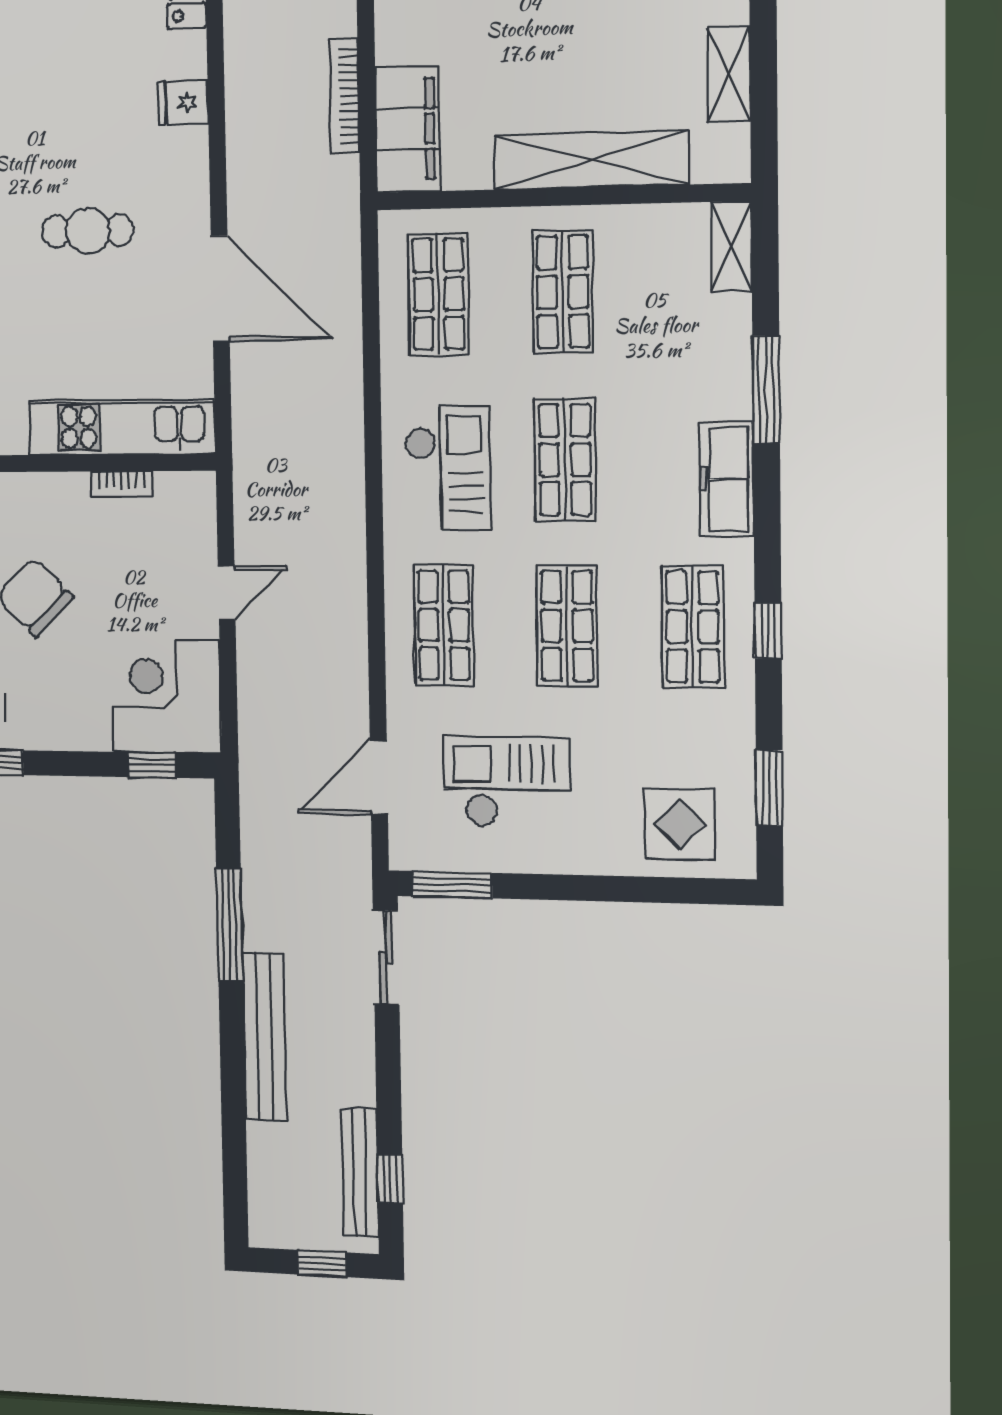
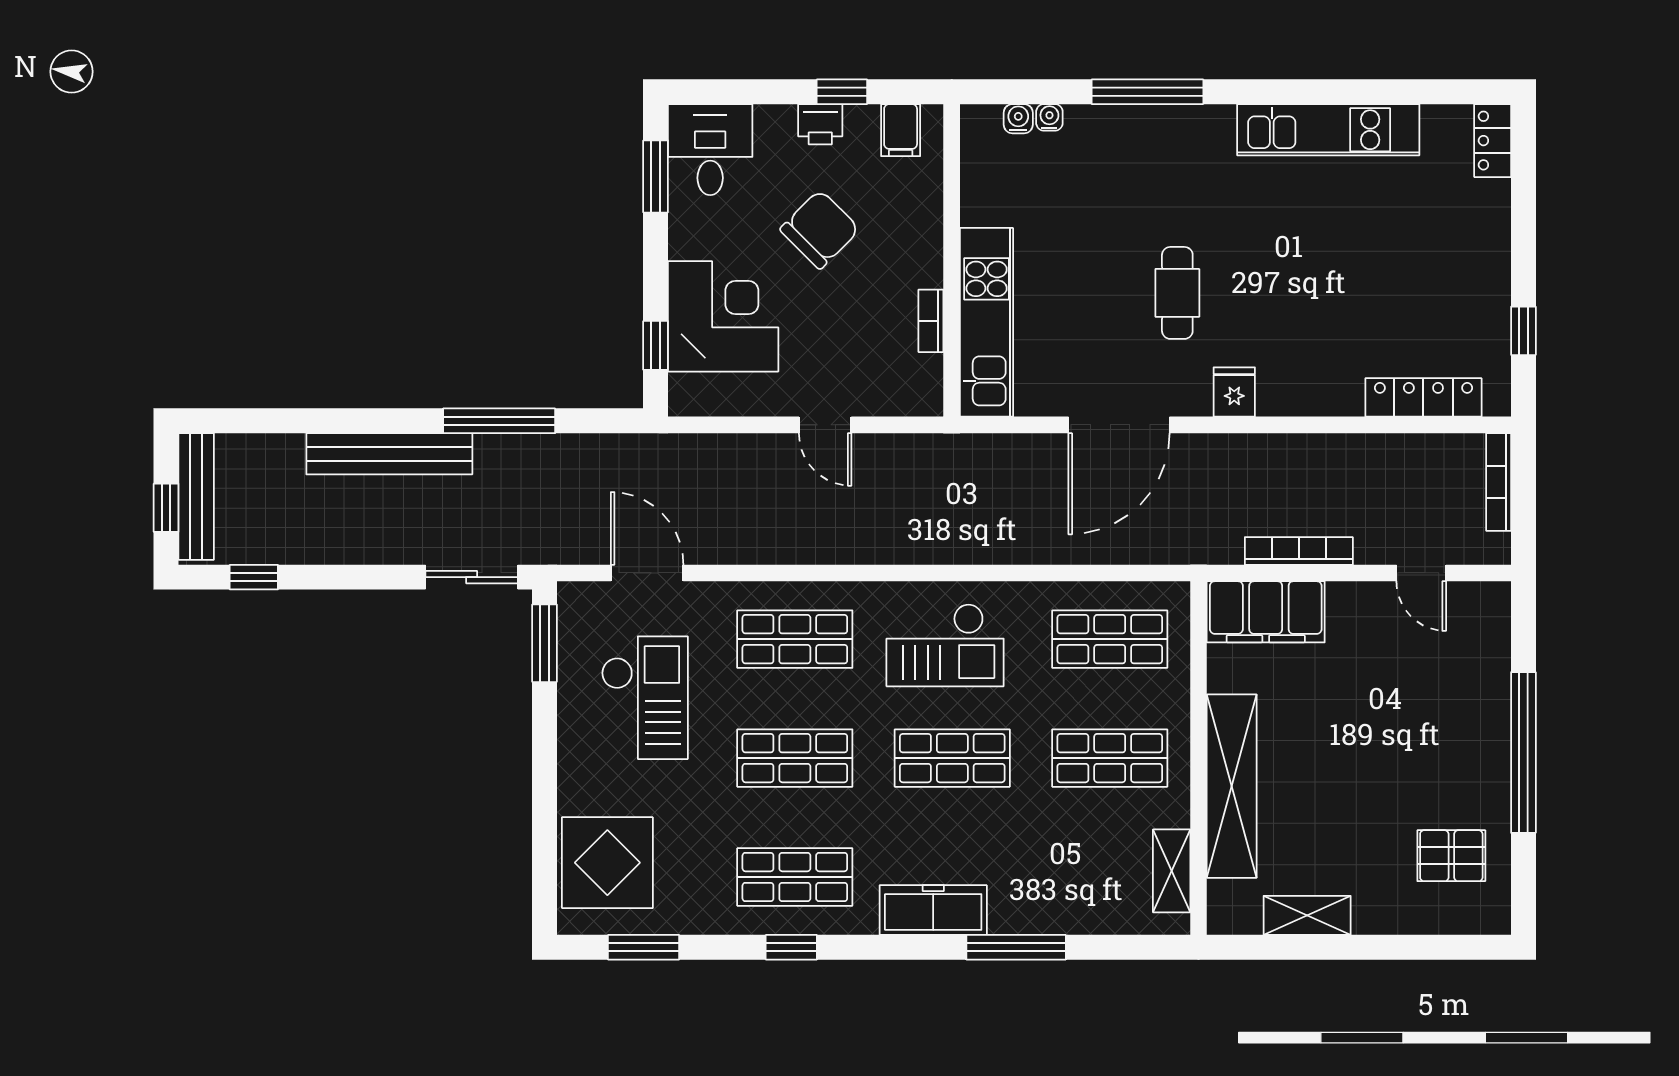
fridge: (183, 102) -> (1234, 392), moved
shelving: (731, 246) -> (1172, 871), moved, turned 90
corner desk: (166, 697) -> (723, 316), moved
display table: (679, 824) -> (607, 863), width x1.36, depth x1.36
bench: (360, 1172) -> (196, 496), moved, turned 90

